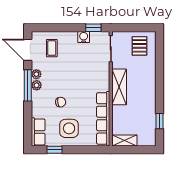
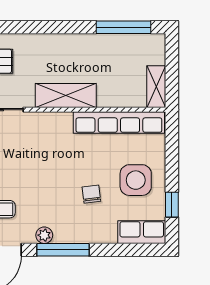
plant: (37, 85) -> (63, 235), removed
window: (160, 121) -> (123, 27), width x2.17

